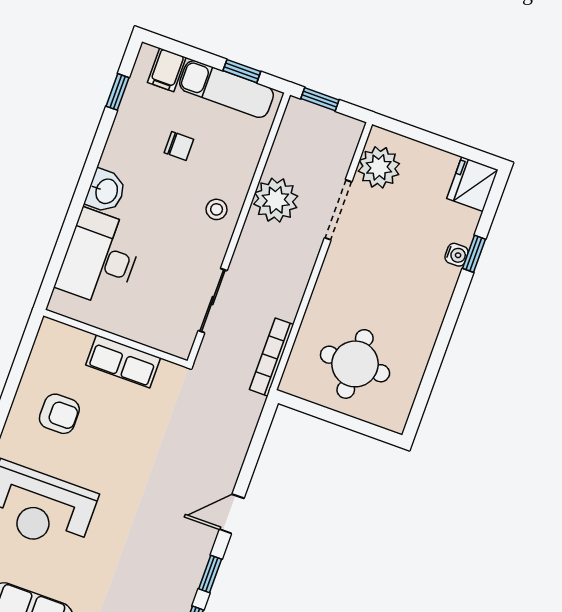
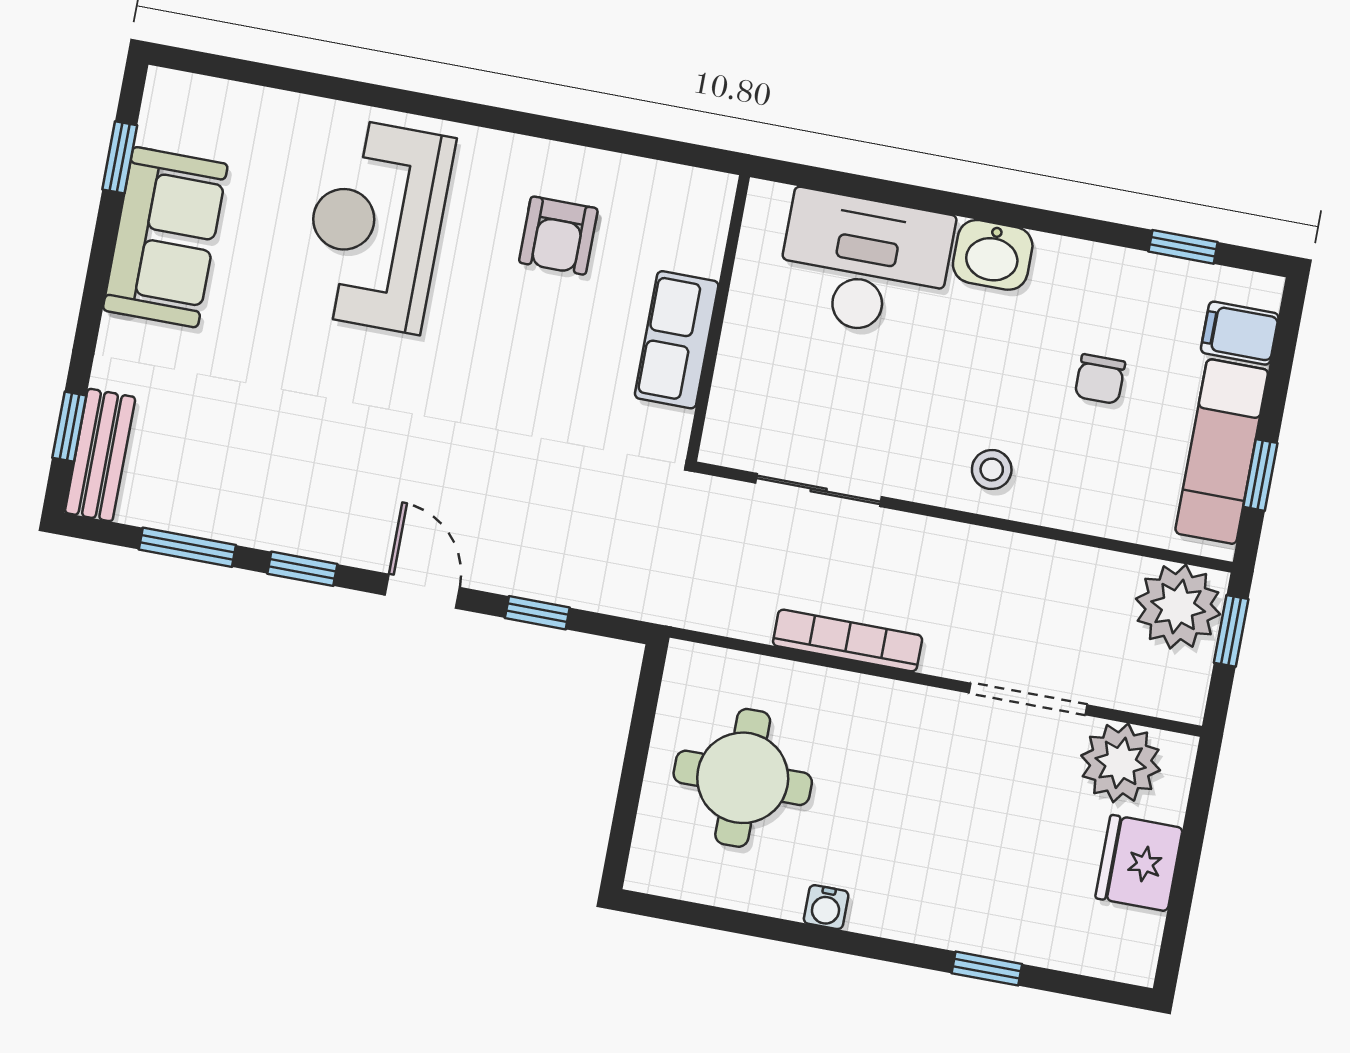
fridge: (472, 184) -> (1139, 863), moved, turned -90
plant: (276, 200) -> (1178, 607), moved
water cooler: (457, 255) -> (826, 907), moved
bookcase: (272, 357) -> (848, 640), moved
window: (253, 456) -> (537, 613), added

